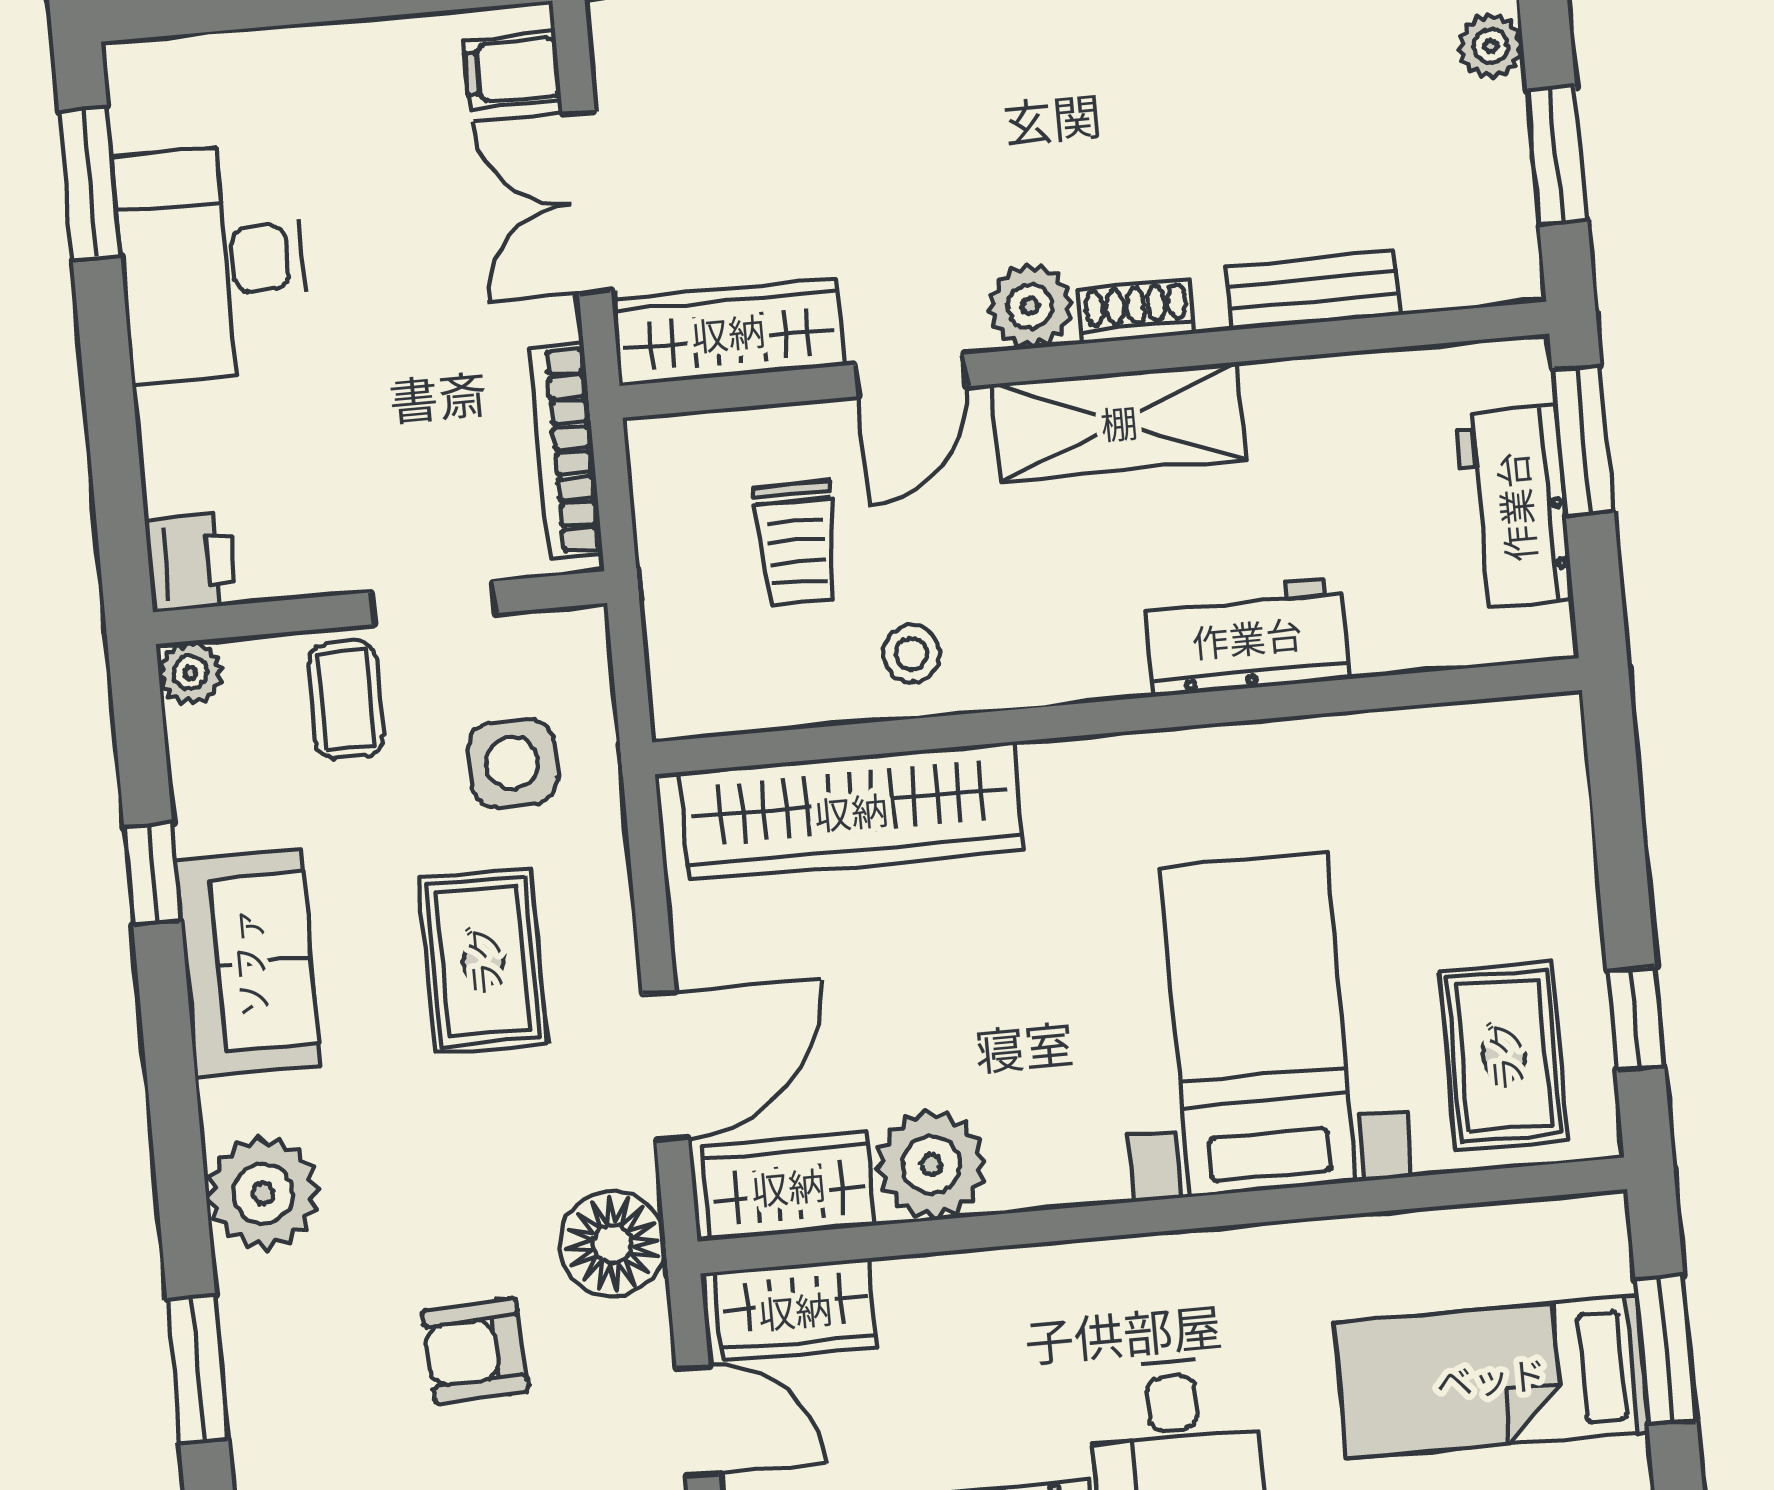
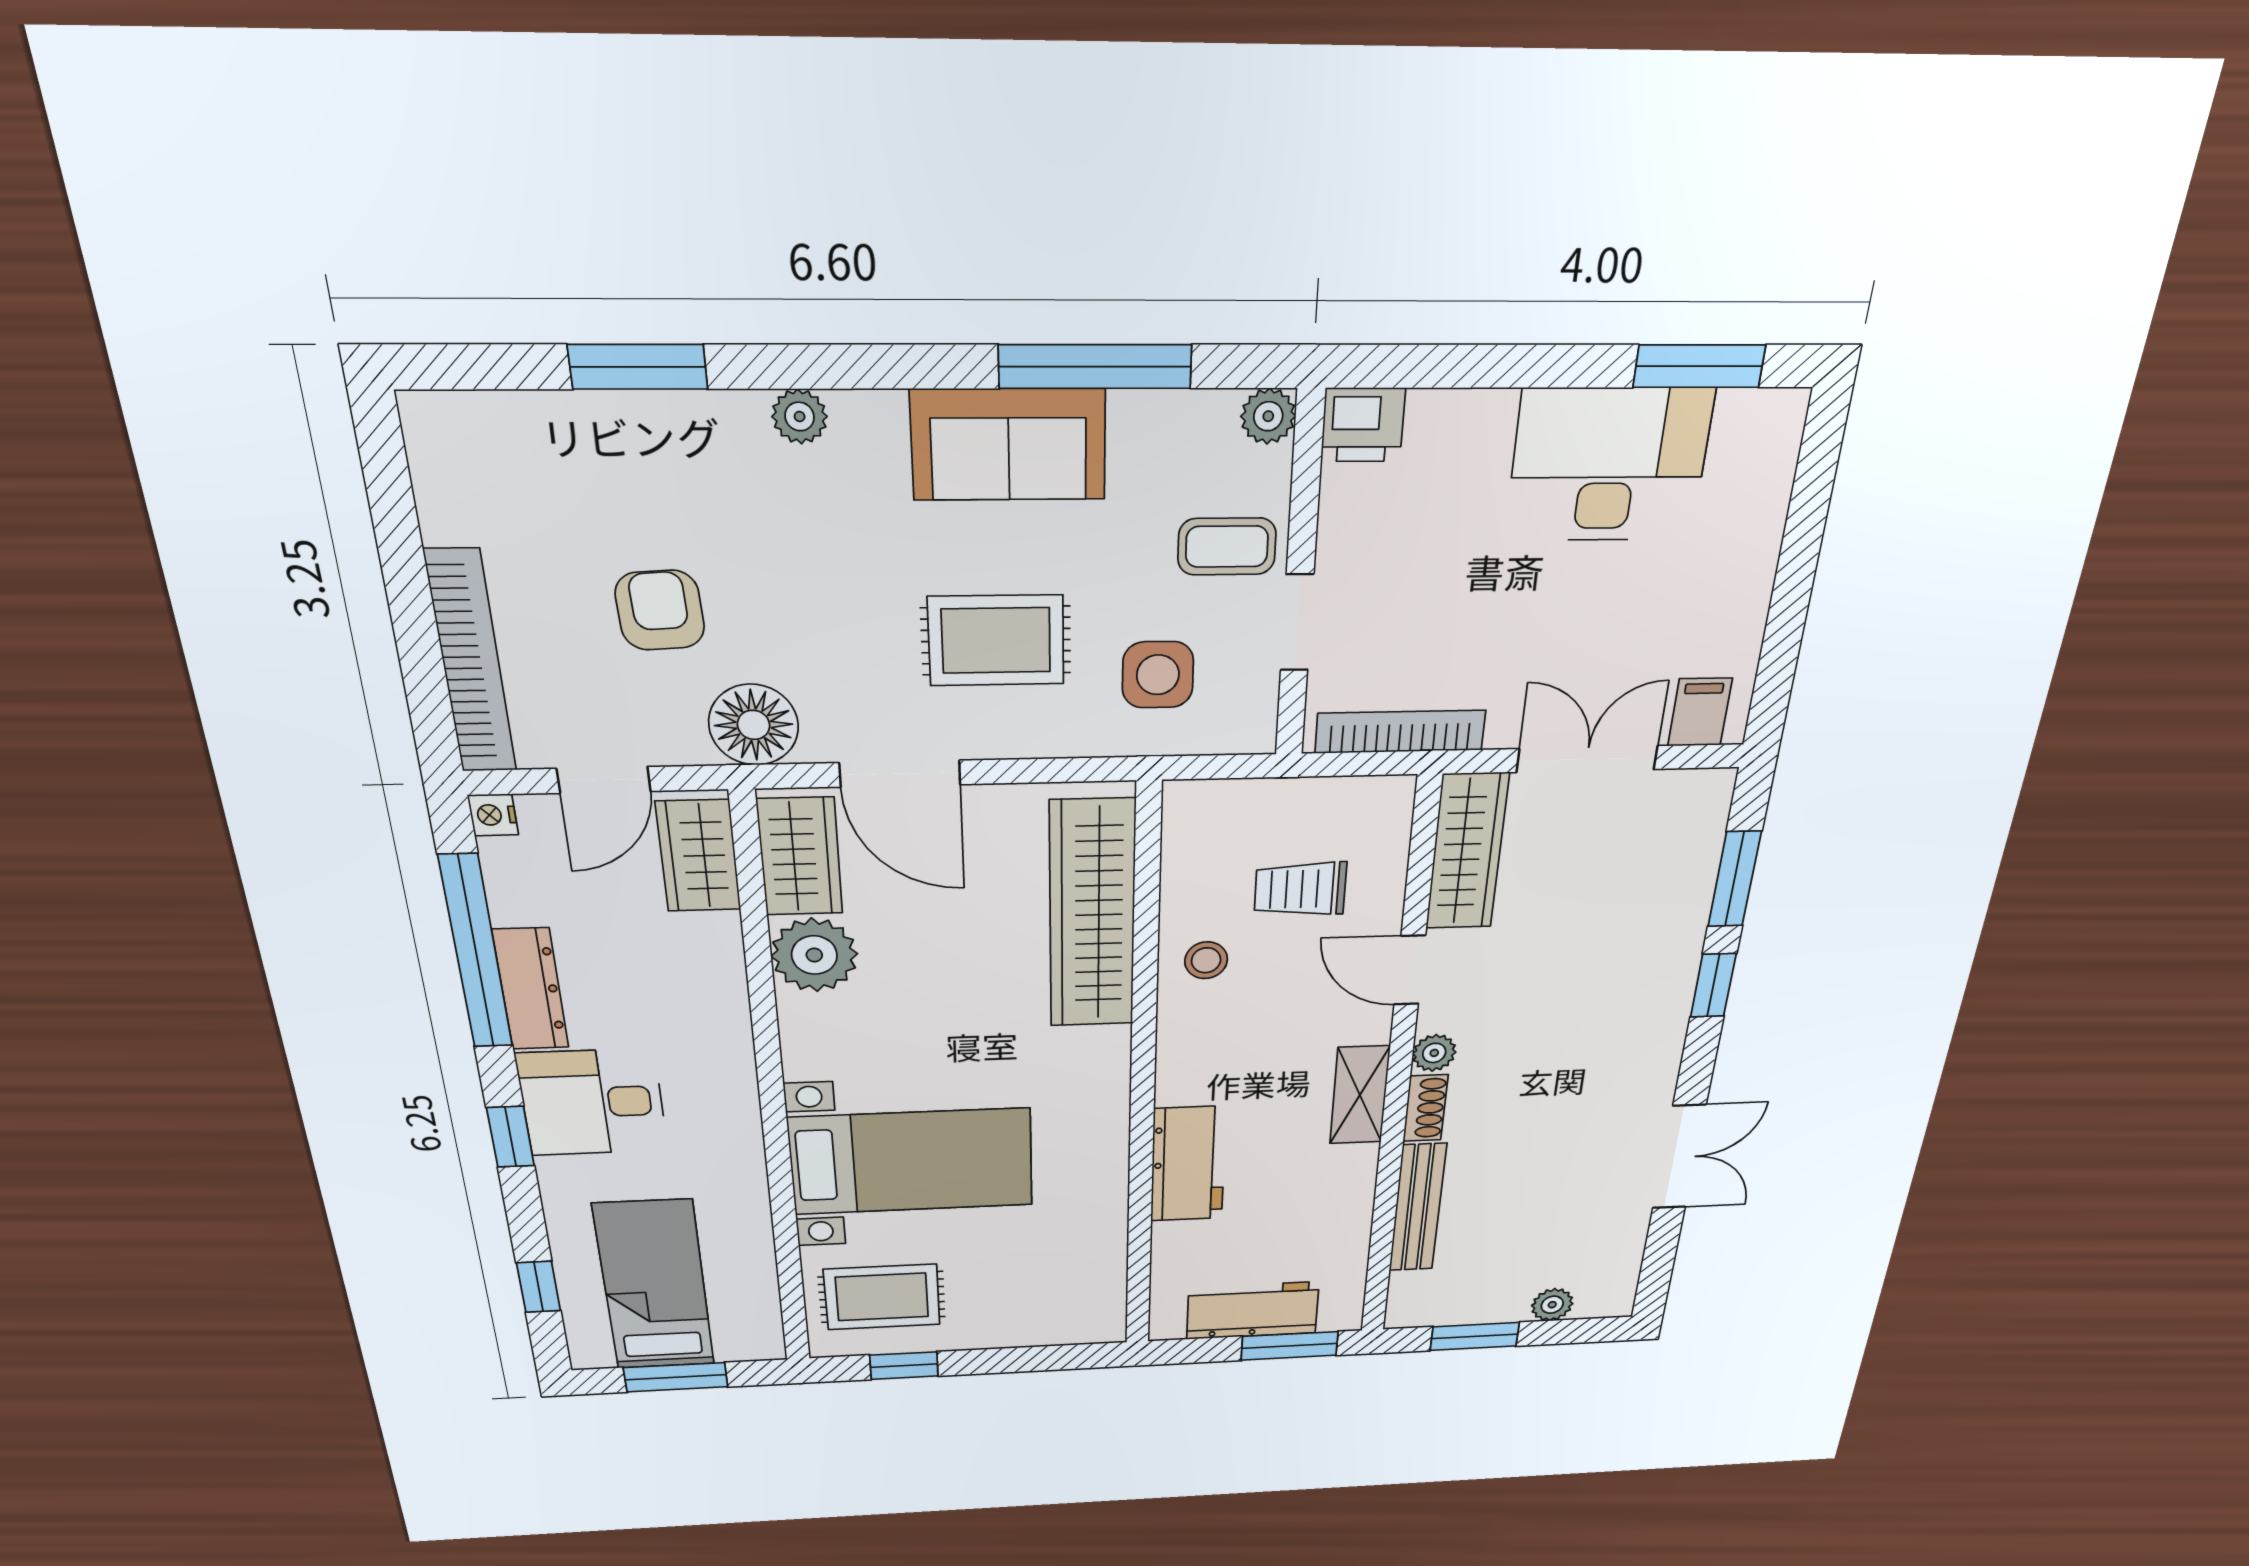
bench: (1313, 290) -> (1418, 1208), width x1.36
plant: (1030, 306) -> (1434, 1053), width x0.73, depth x0.73
shelving: (1119, 422) -> (1360, 1095), width x0.67, depth x0.75
window: (153, 874) -> (1095, 367), width x2.17
plant: (263, 1193) -> (800, 417), width x0.53, depth x0.53

